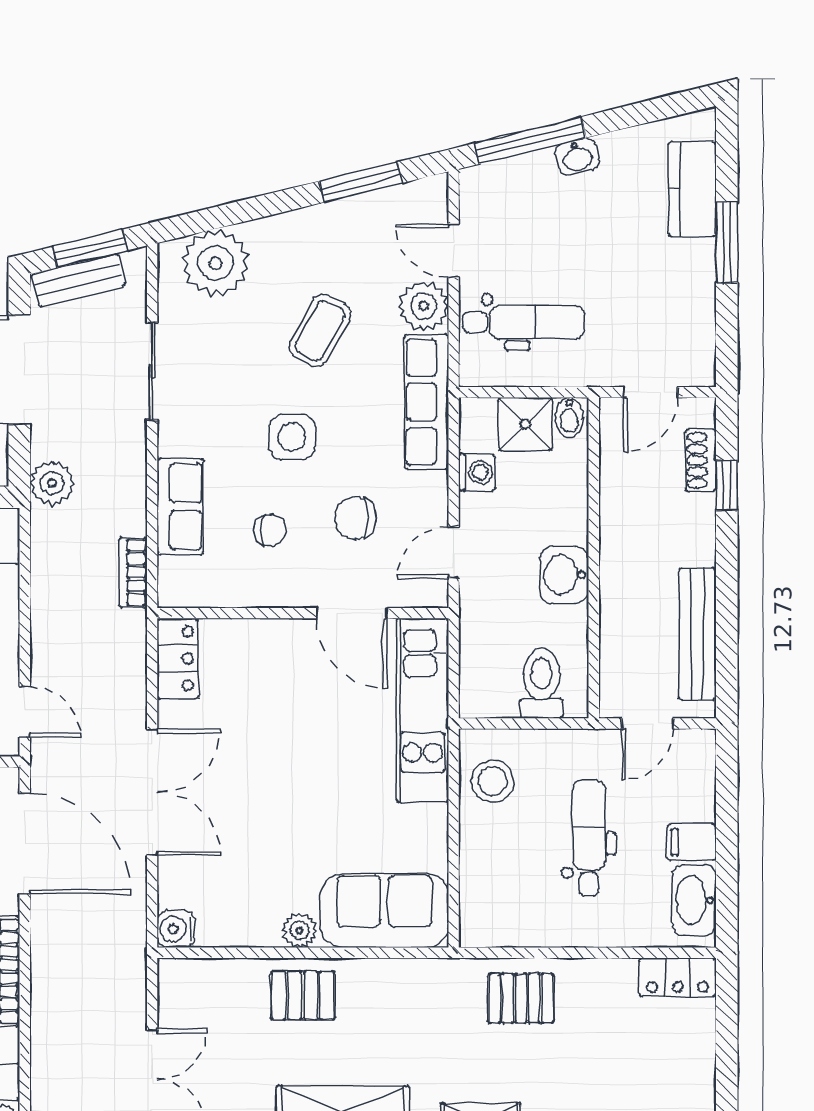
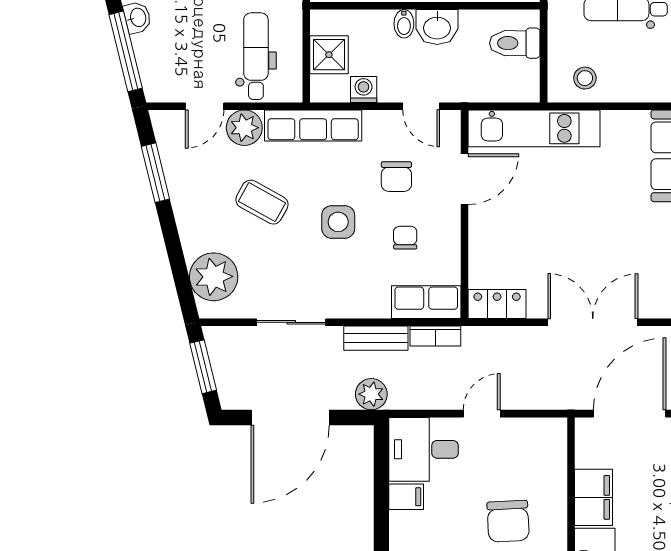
bench: (78, 280) -> (376, 338), moved, turned -76
bidet: (569, 417) -> (404, 24), moved, turned 90
row of seats: (180, 507) -> (426, 302), moved
door: (25, 712) -> (482, 414), moved
stool: (493, 781) -> (585, 78), width x0.73, depth x0.73

